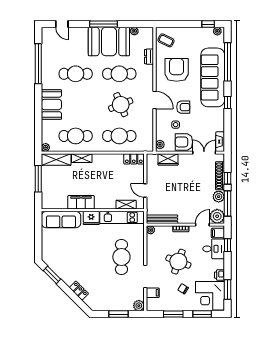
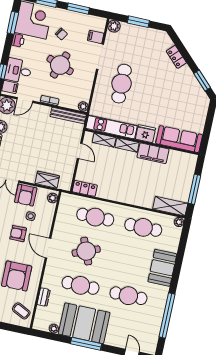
armchair: (184, 142) -> (26, 195), turned 90
shelving: (82, 158) -> (127, 145), moved

